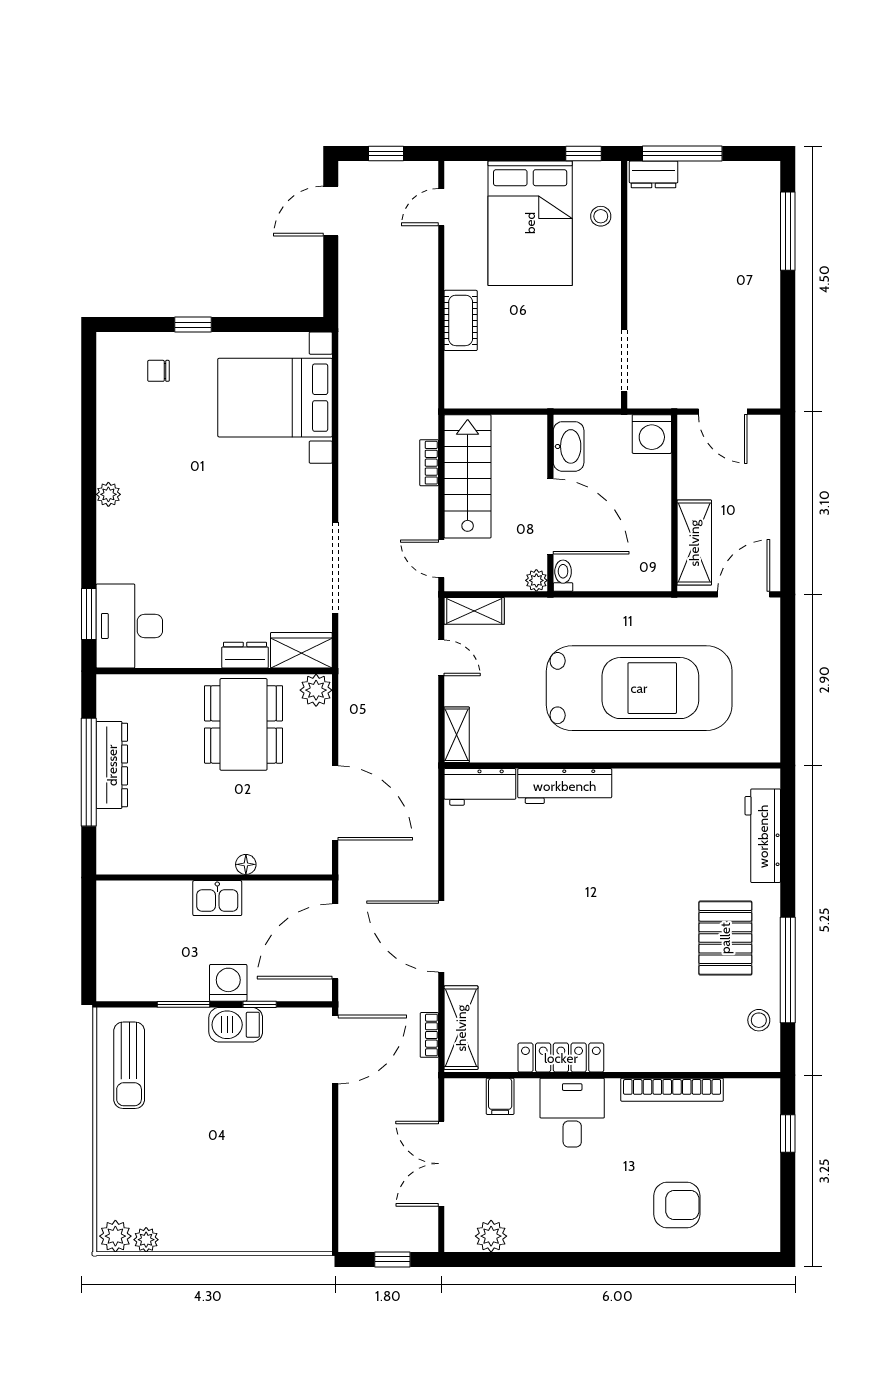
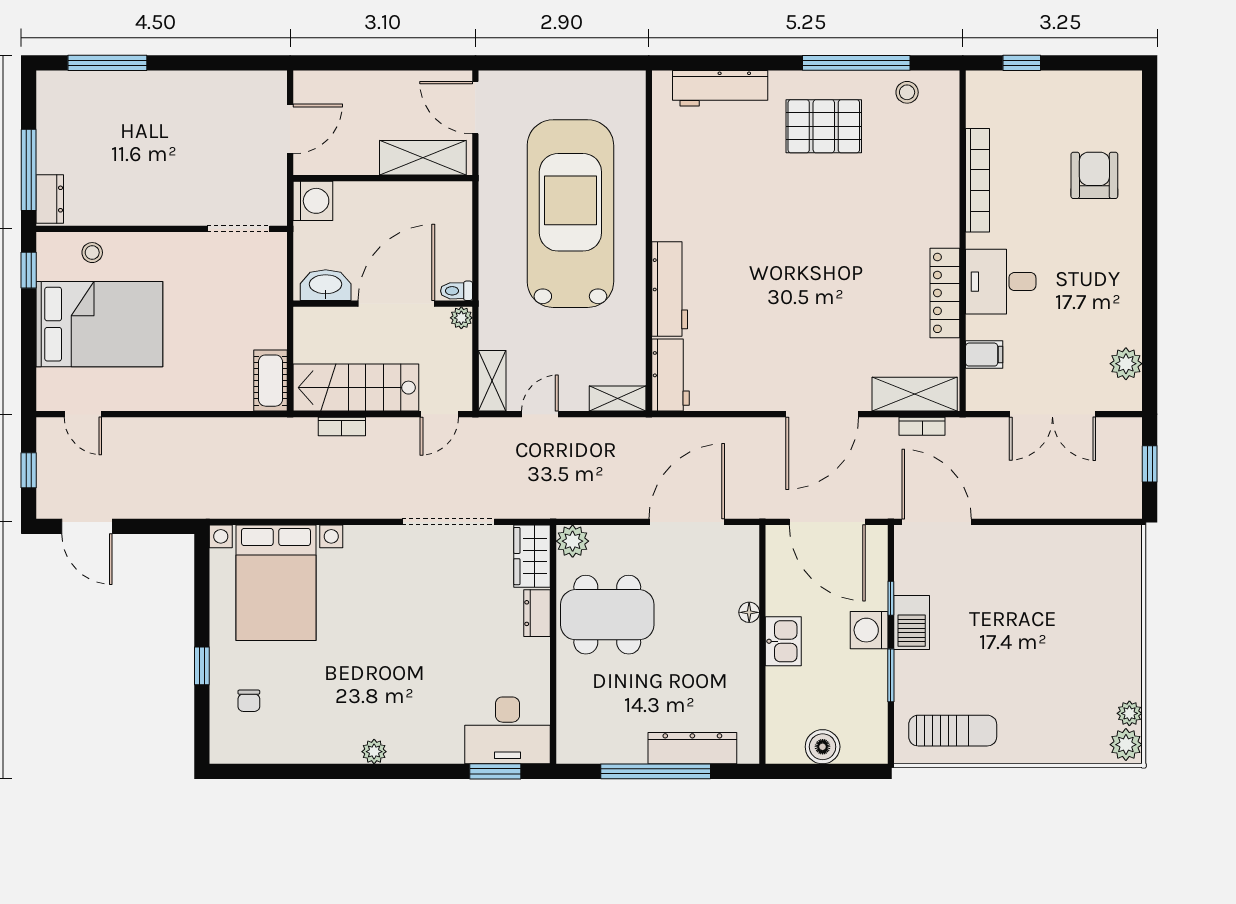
cot: (461, 320) -> (270, 381), moved, turned 90
dresser: (112, 765) -> (692, 748), moved
boiler: (113, 937) -> (823, 747), added

